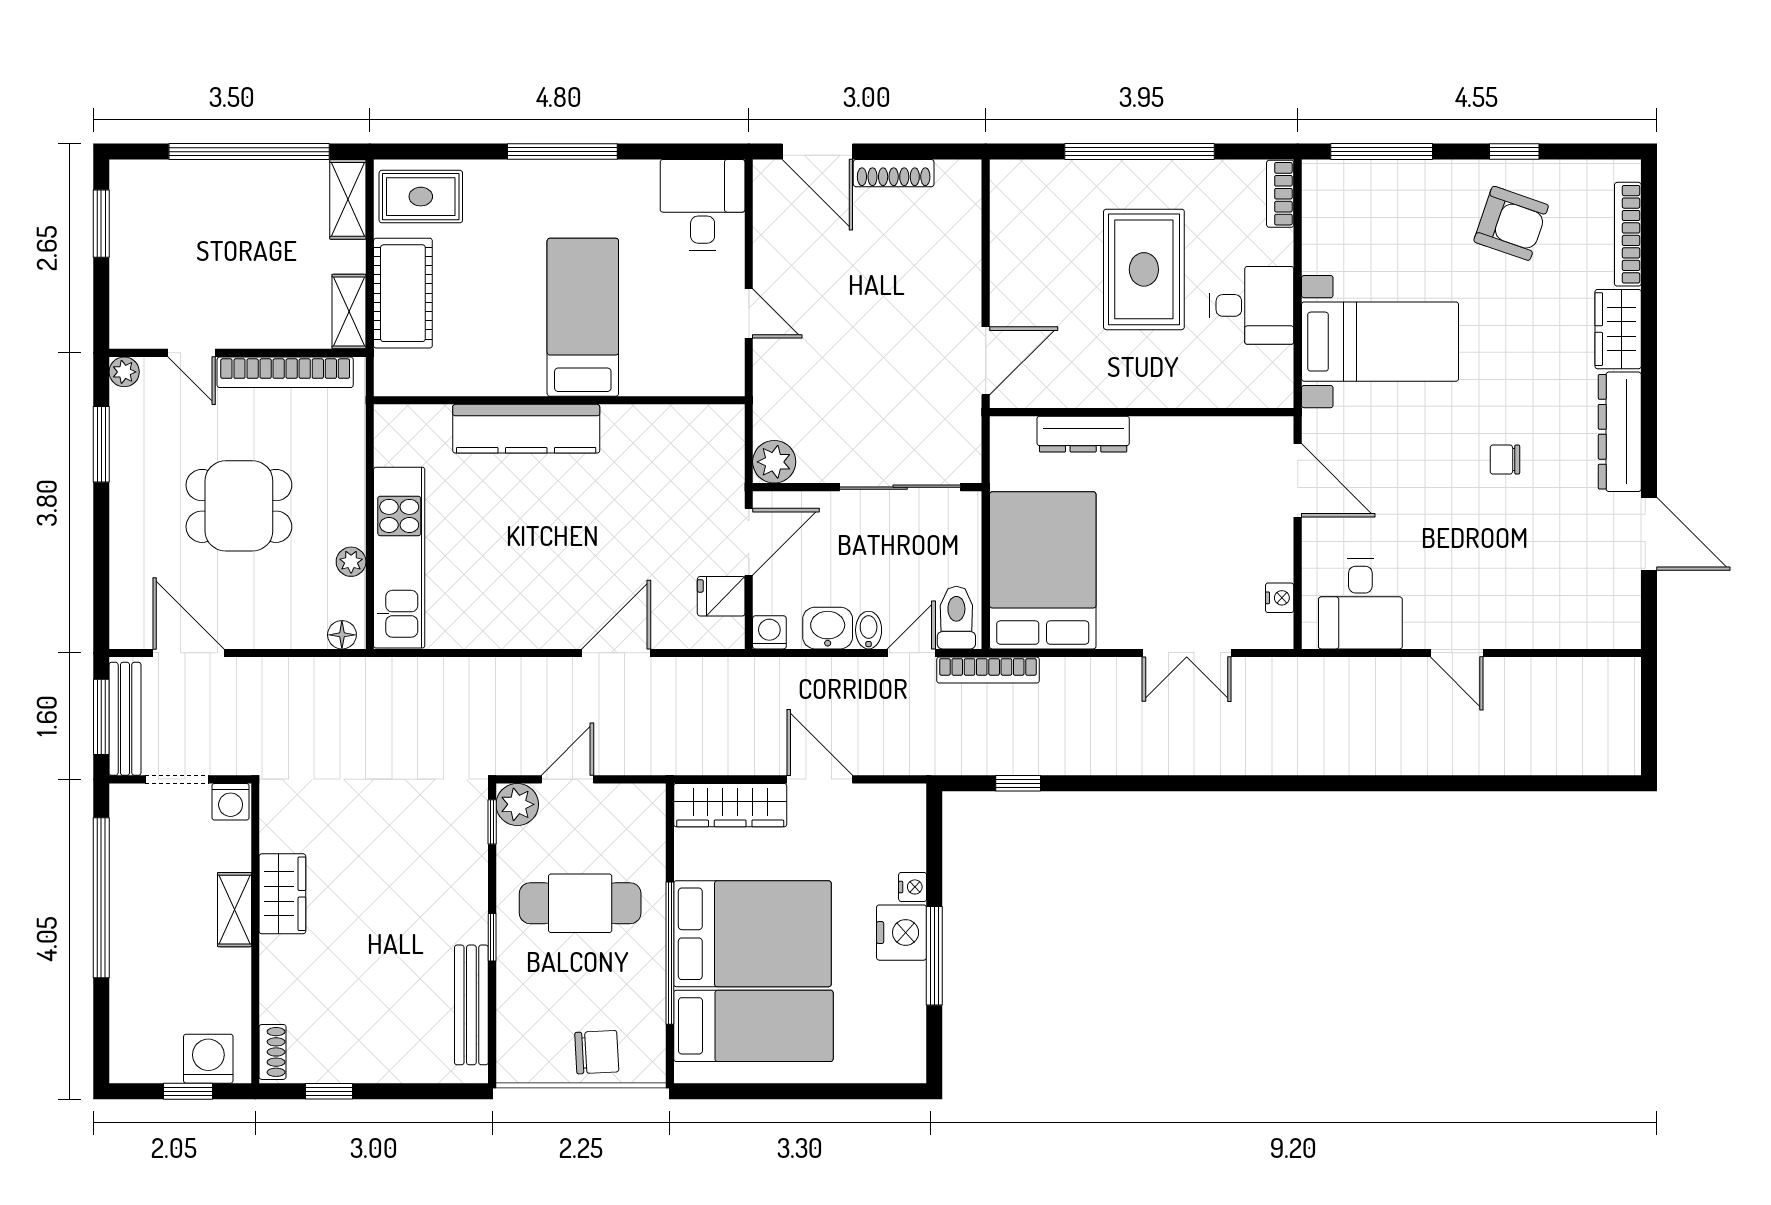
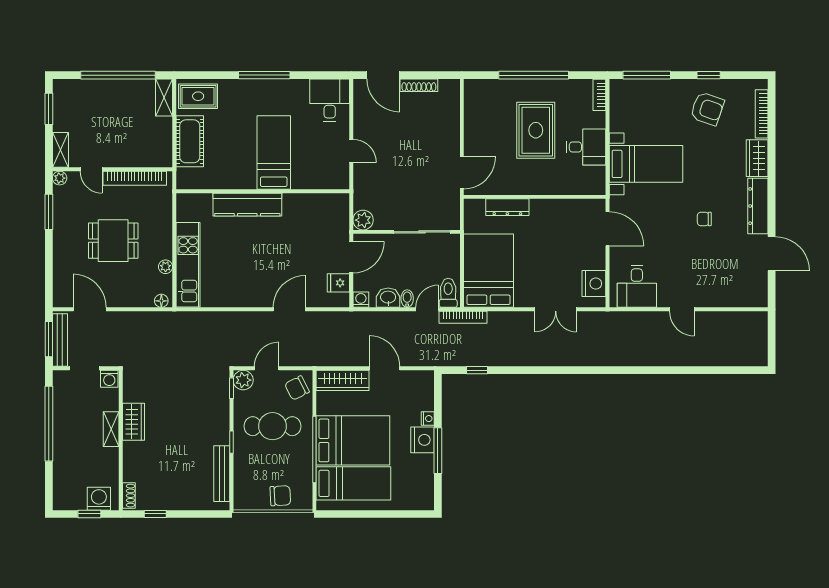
shelving: (349, 311) -> (60, 150), moved
nightstand: (1280, 598) -> (594, 284), width x1.89, depth x1.79
chair: (632, 821) -> (297, 388), added

